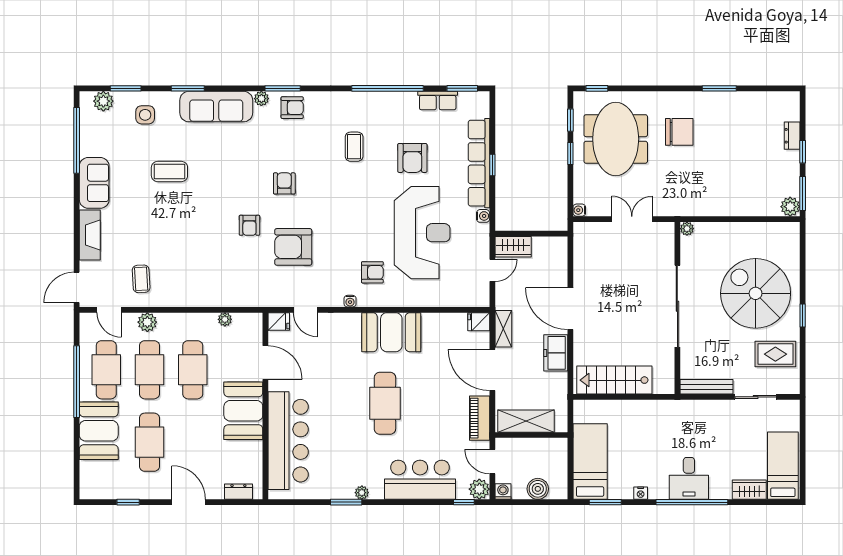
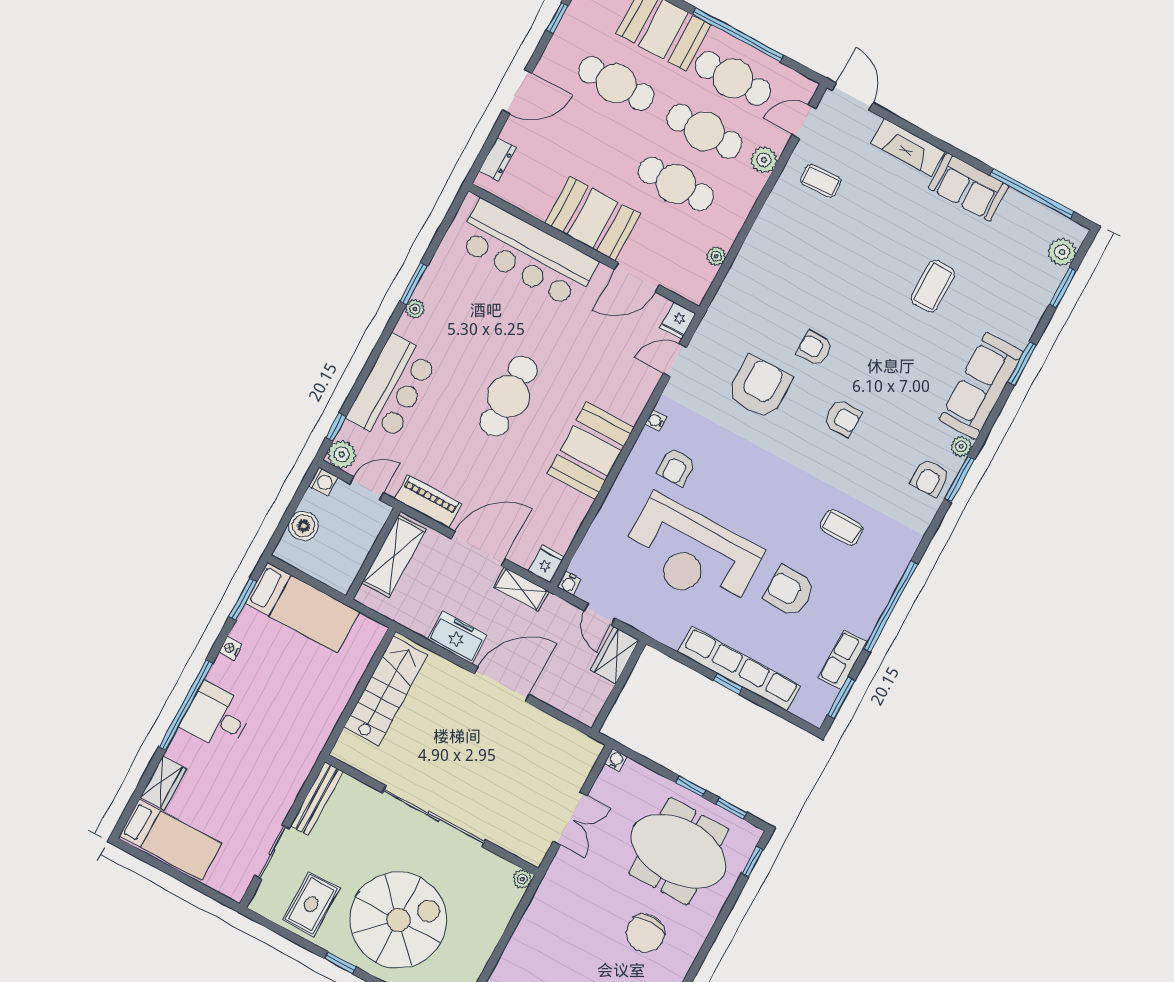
side table: (145, 115) -> (1018, 294), removed
water cooler: (483, 216) -> (569, 583), moved
cafe table: (385, 403) -> (508, 396), turned 90

